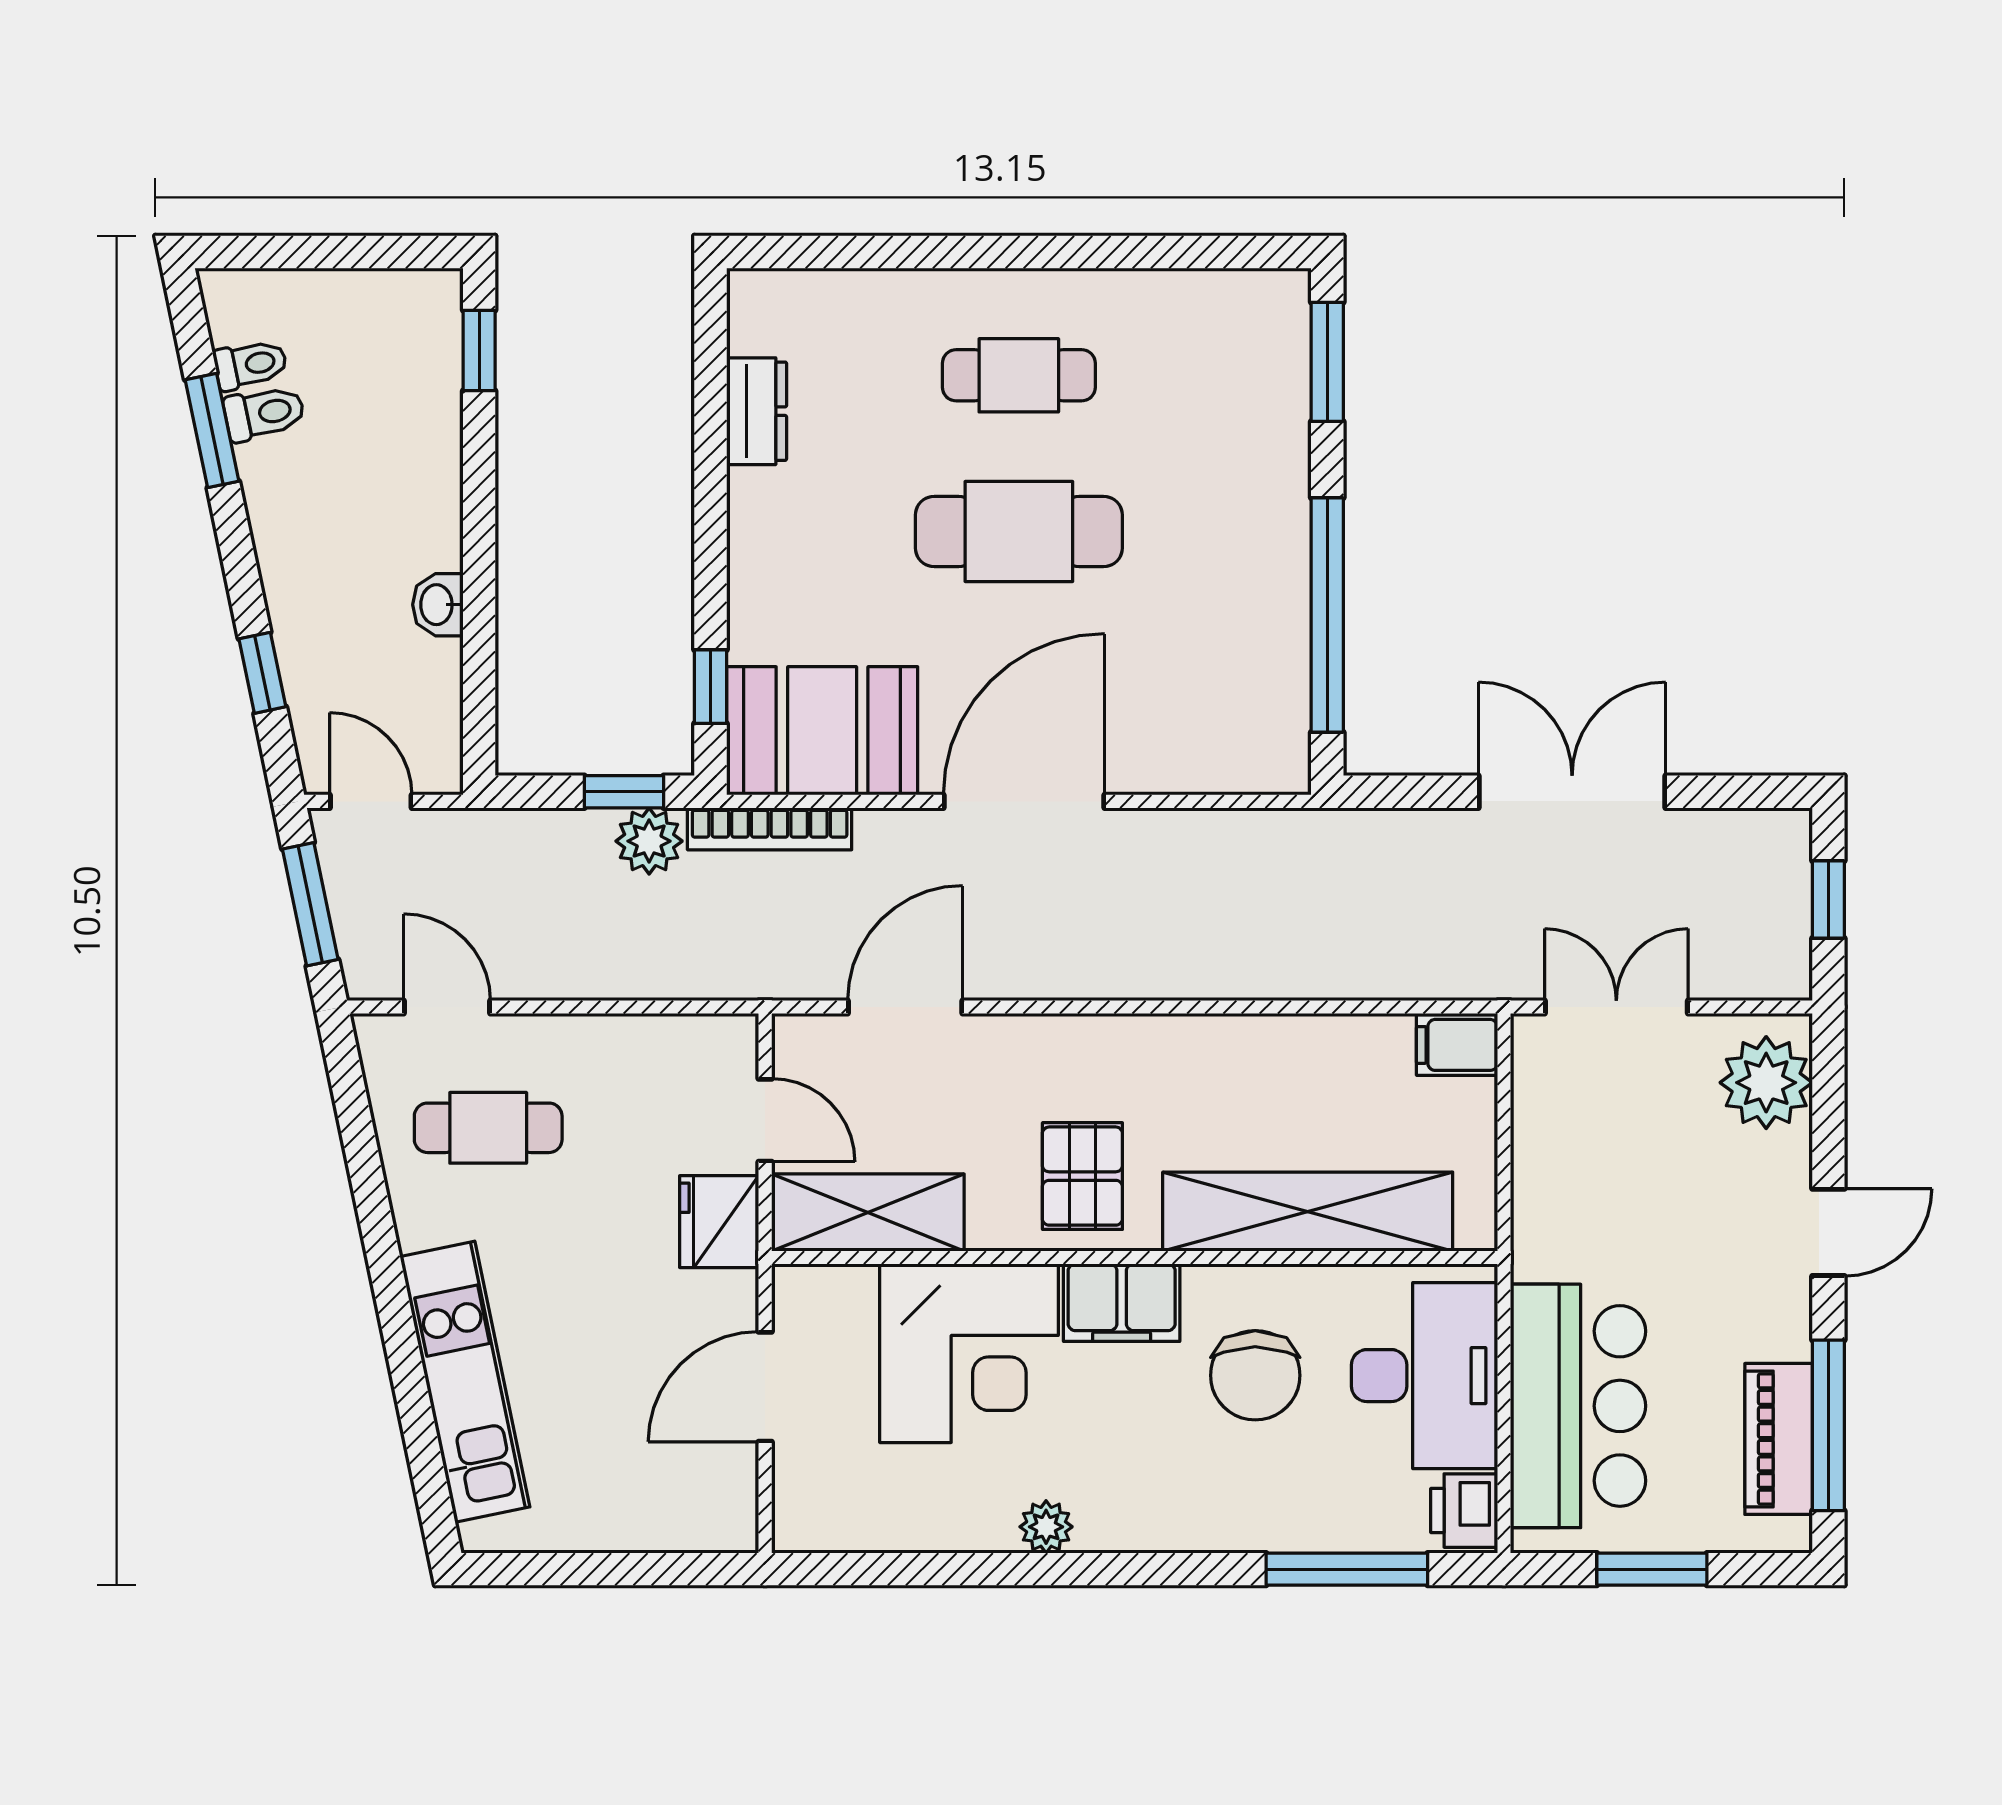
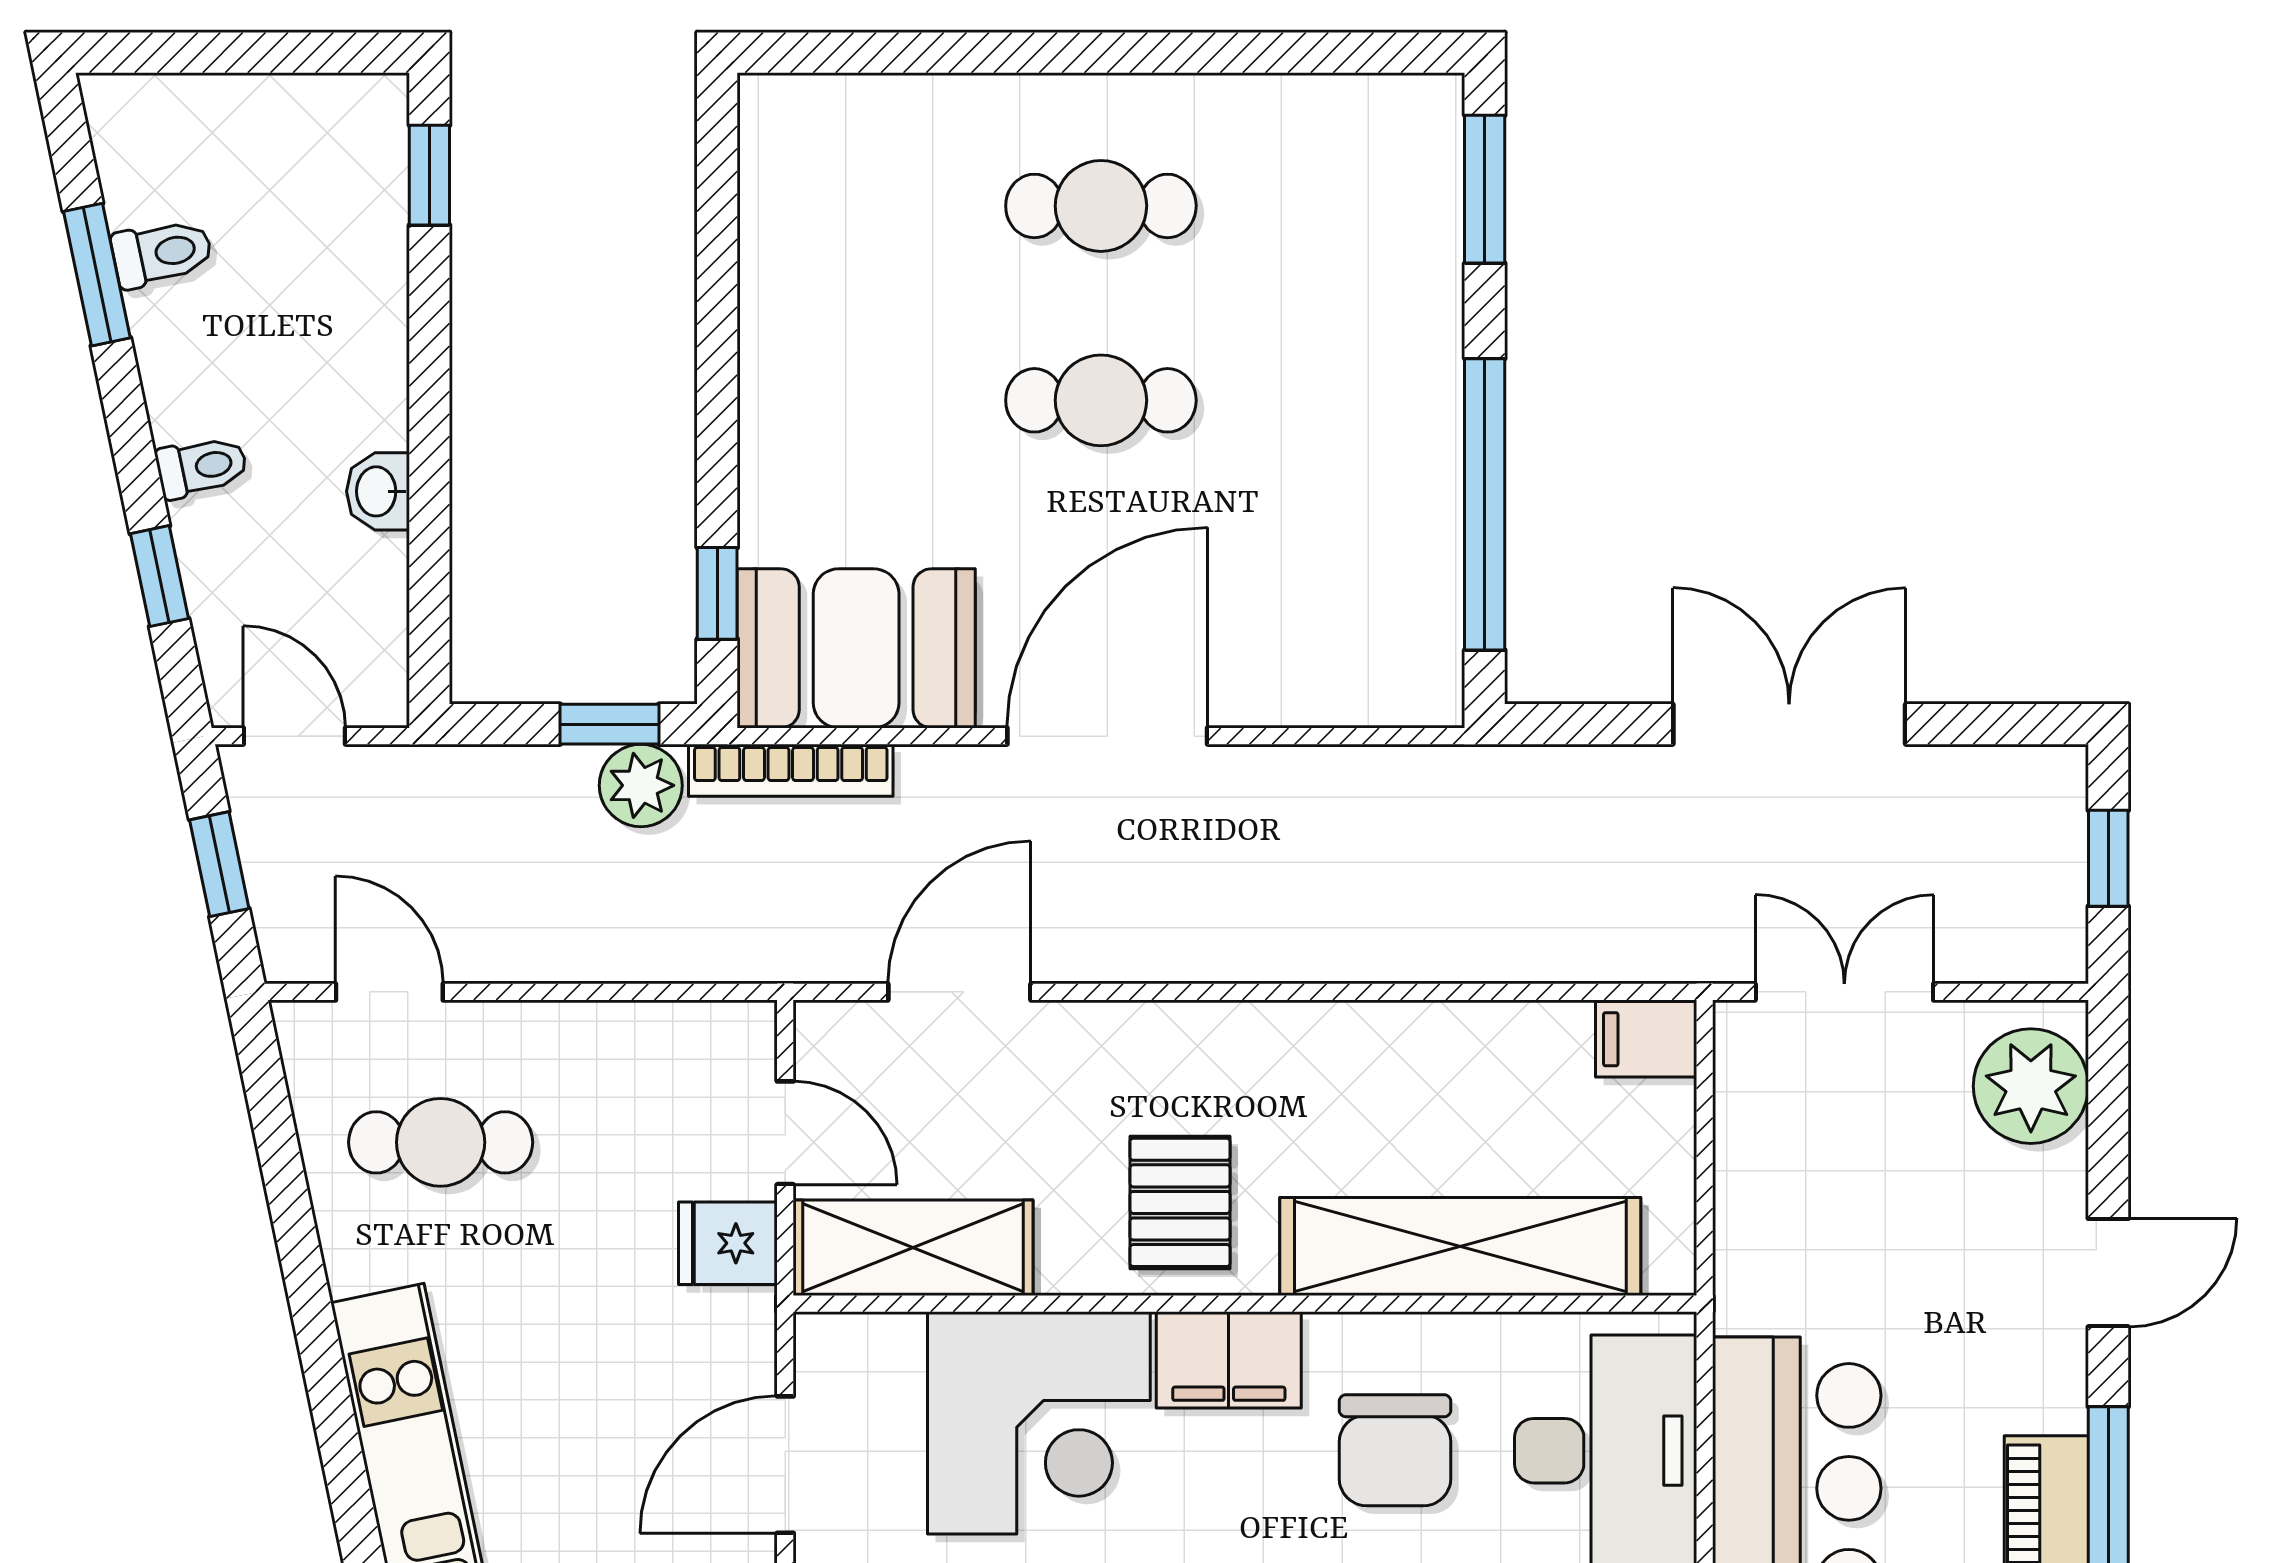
toilet: (251, 365) -> (202, 467), moved
dresser: (757, 411) -> (775, 251), removed
cafe table: (1019, 532) -> (1101, 400), width x0.73, depth x0.74
window: (310, 904) -> (219, 864), width x0.67
fridge: (719, 1222) -> (728, 1243), width x0.72

